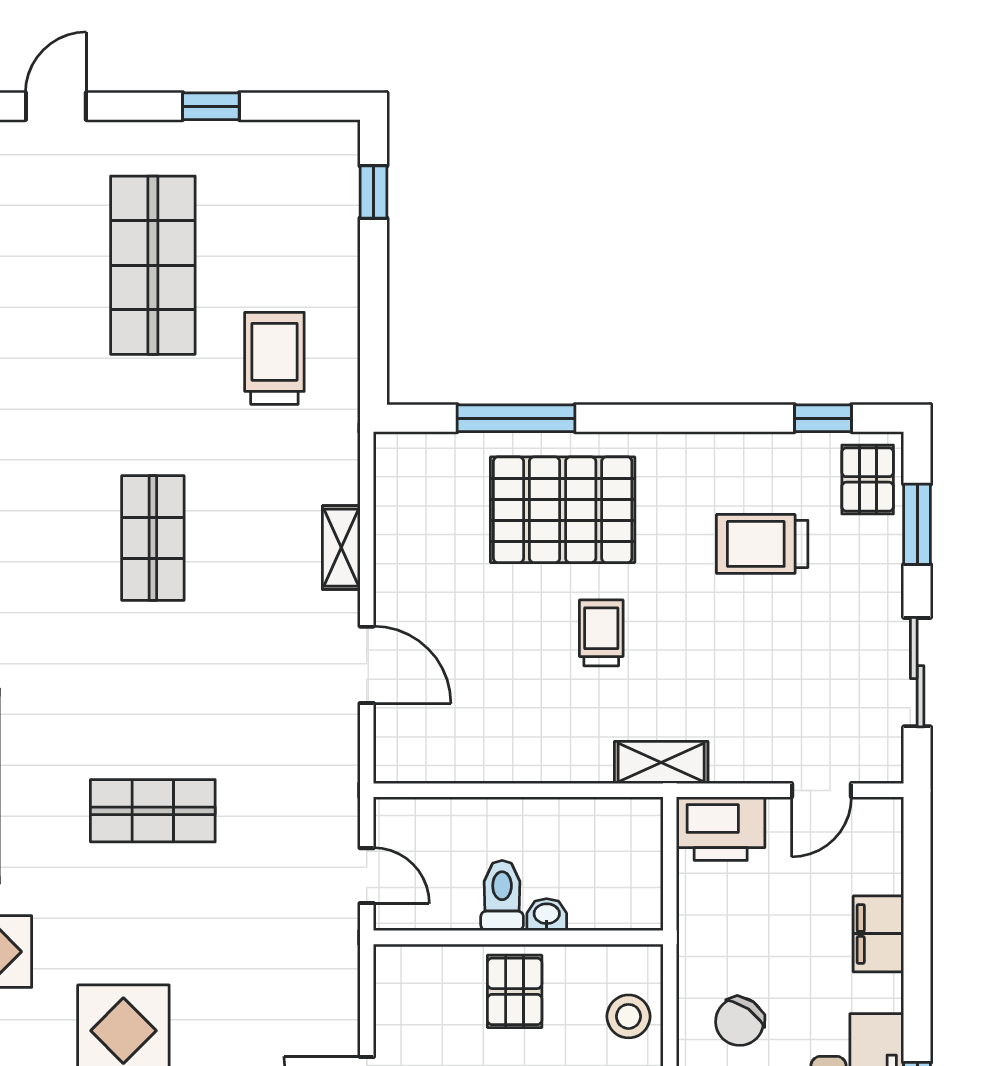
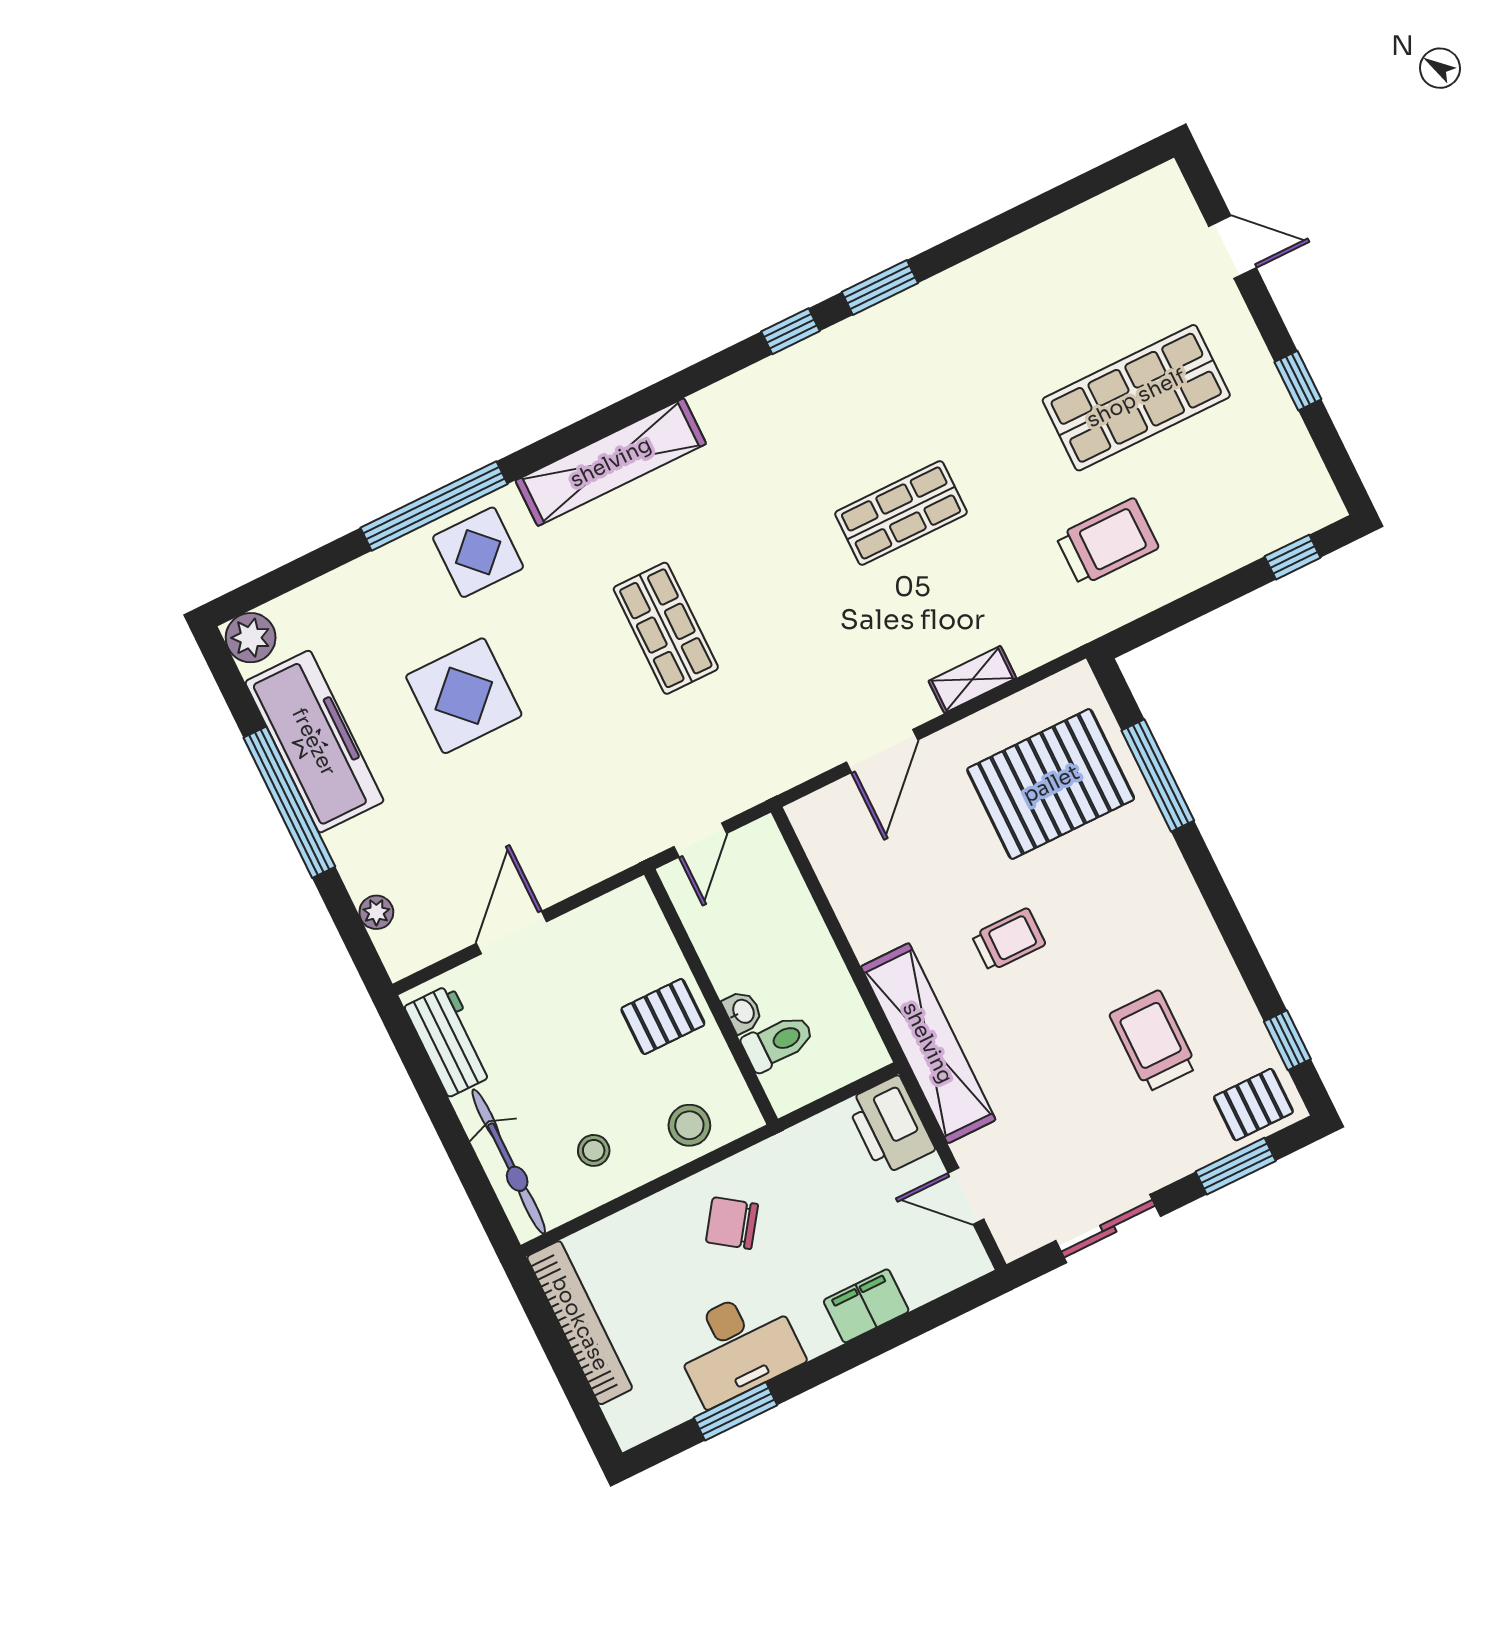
pallet: (563, 510) -> (1051, 784), moved, turned 90
shelving: (661, 763) -> (928, 1043), width x2.20, depth x1.33
toilet: (502, 896) -> (778, 1042), moved

